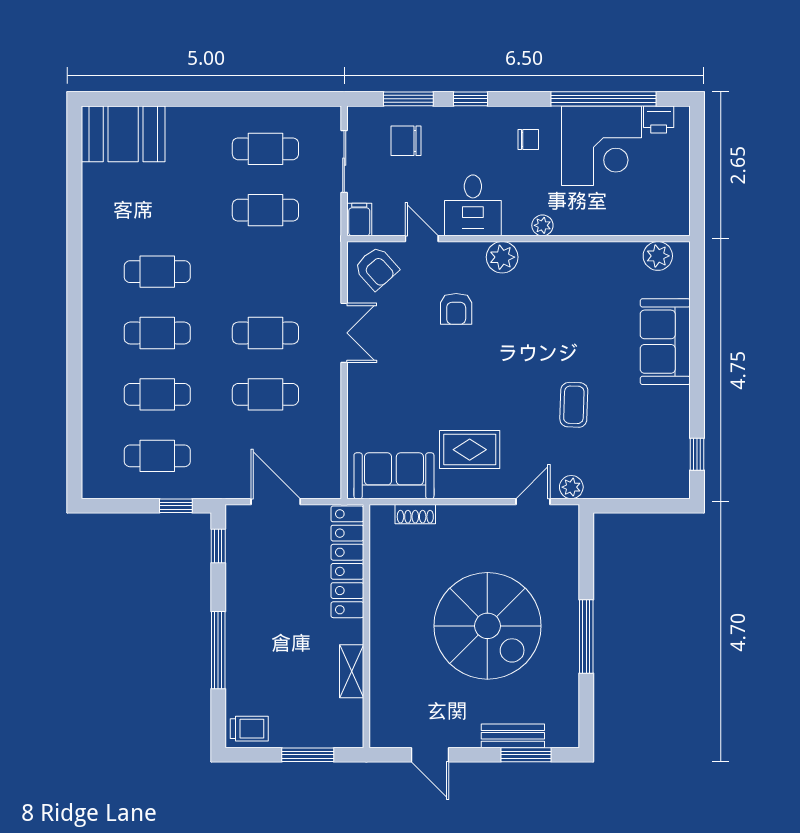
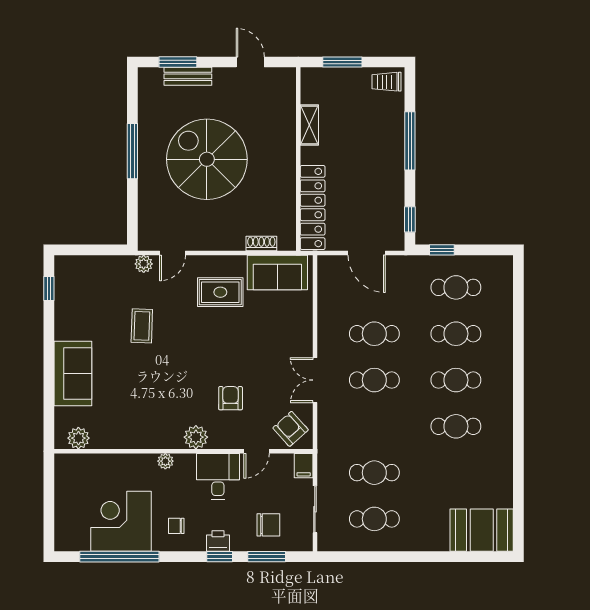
printer: (659, 120) -> (218, 541), moved
door: (422, 239) -> (257, 451), hinge flipped

